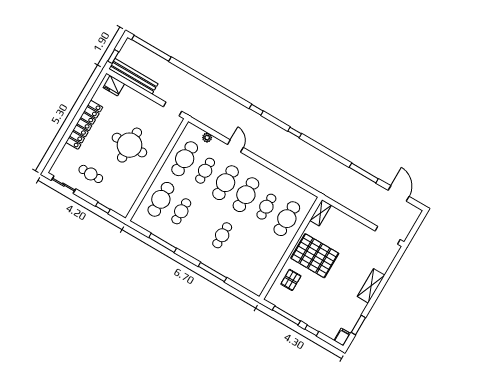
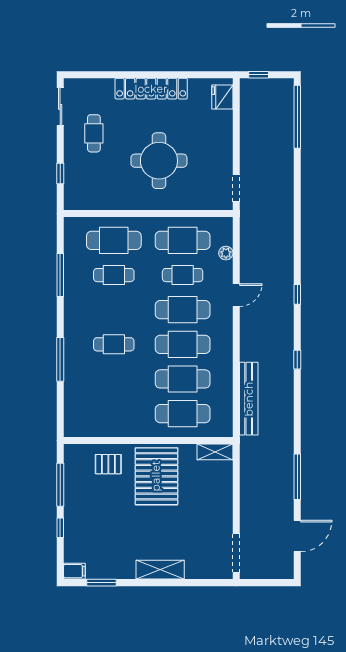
bench: (133, 76) -> (249, 399), moved
cafe table: (266, 207) -> (183, 379), width x1.37, depth x1.35

